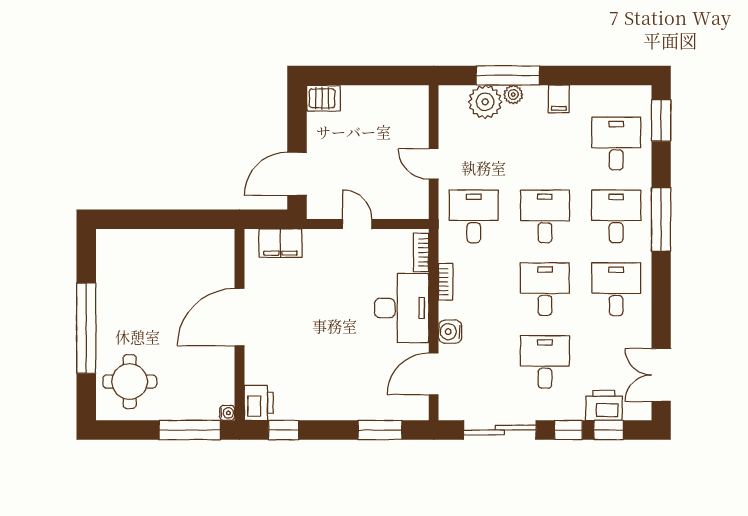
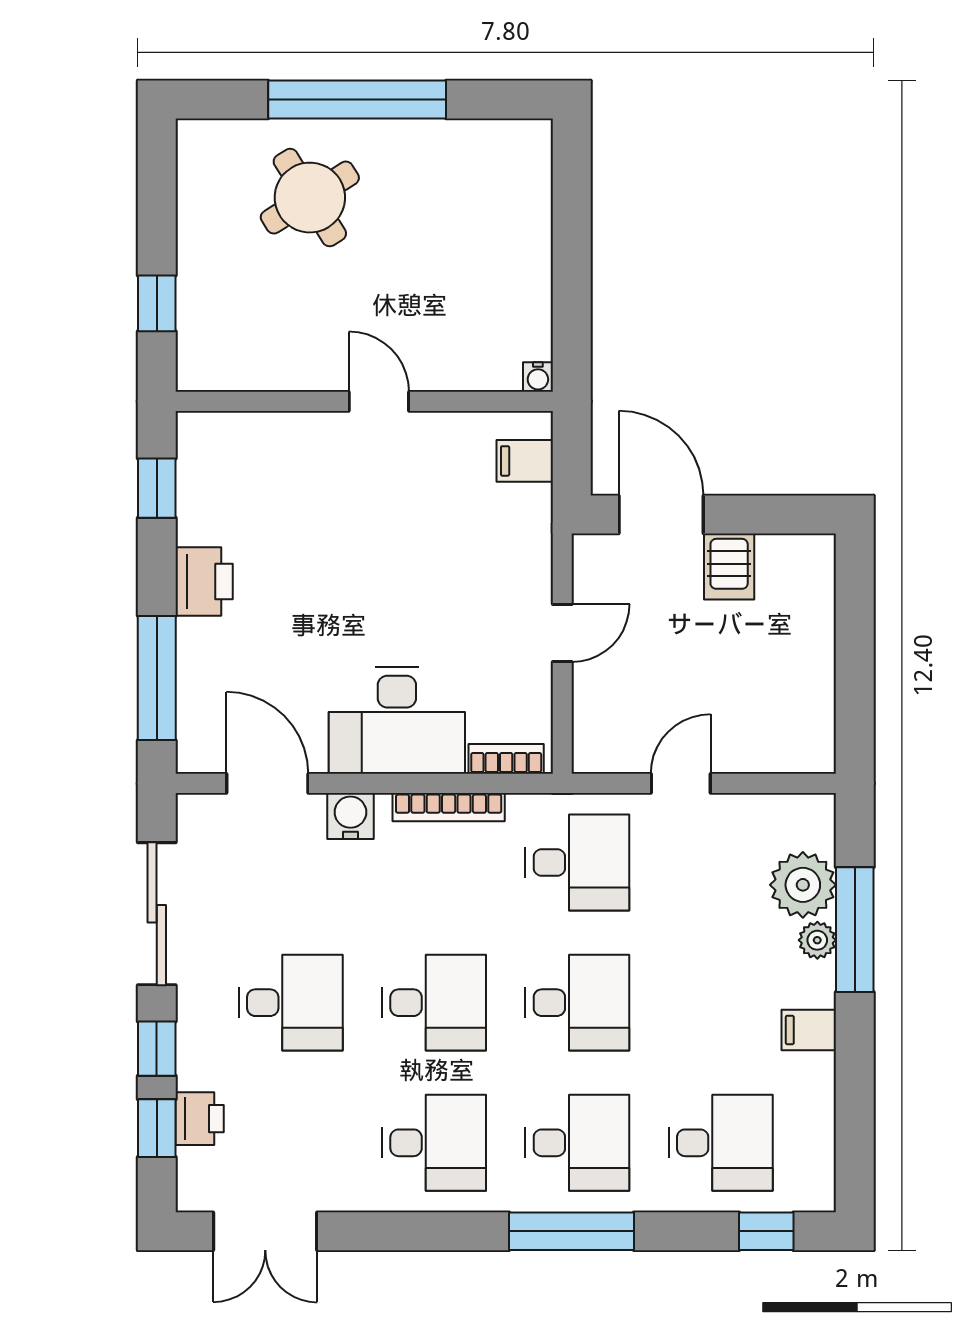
server rack: (323, 98) -> (729, 566), moved
window: (661, 120) -> (766, 1231), width x0.67
filing cabinet: (280, 243) -> (525, 461), width x0.50
bookcase: (446, 282) -> (449, 807), width x1.56
door: (240, 317) -> (379, 401), width x0.53
double door: (661, 375) -> (265, 1231), swing flipped
round table: (130, 382) -> (310, 198), moved, turned -32
printer: (259, 403) -> (204, 581), moved, turned -90
printer: (604, 405) -> (200, 1119), width x0.73, depth x0.81
water cooler: (227, 413) -> (538, 377), moved
window: (190, 430) -> (157, 303), width x0.46
window: (380, 430) -> (157, 678), width x1.44

